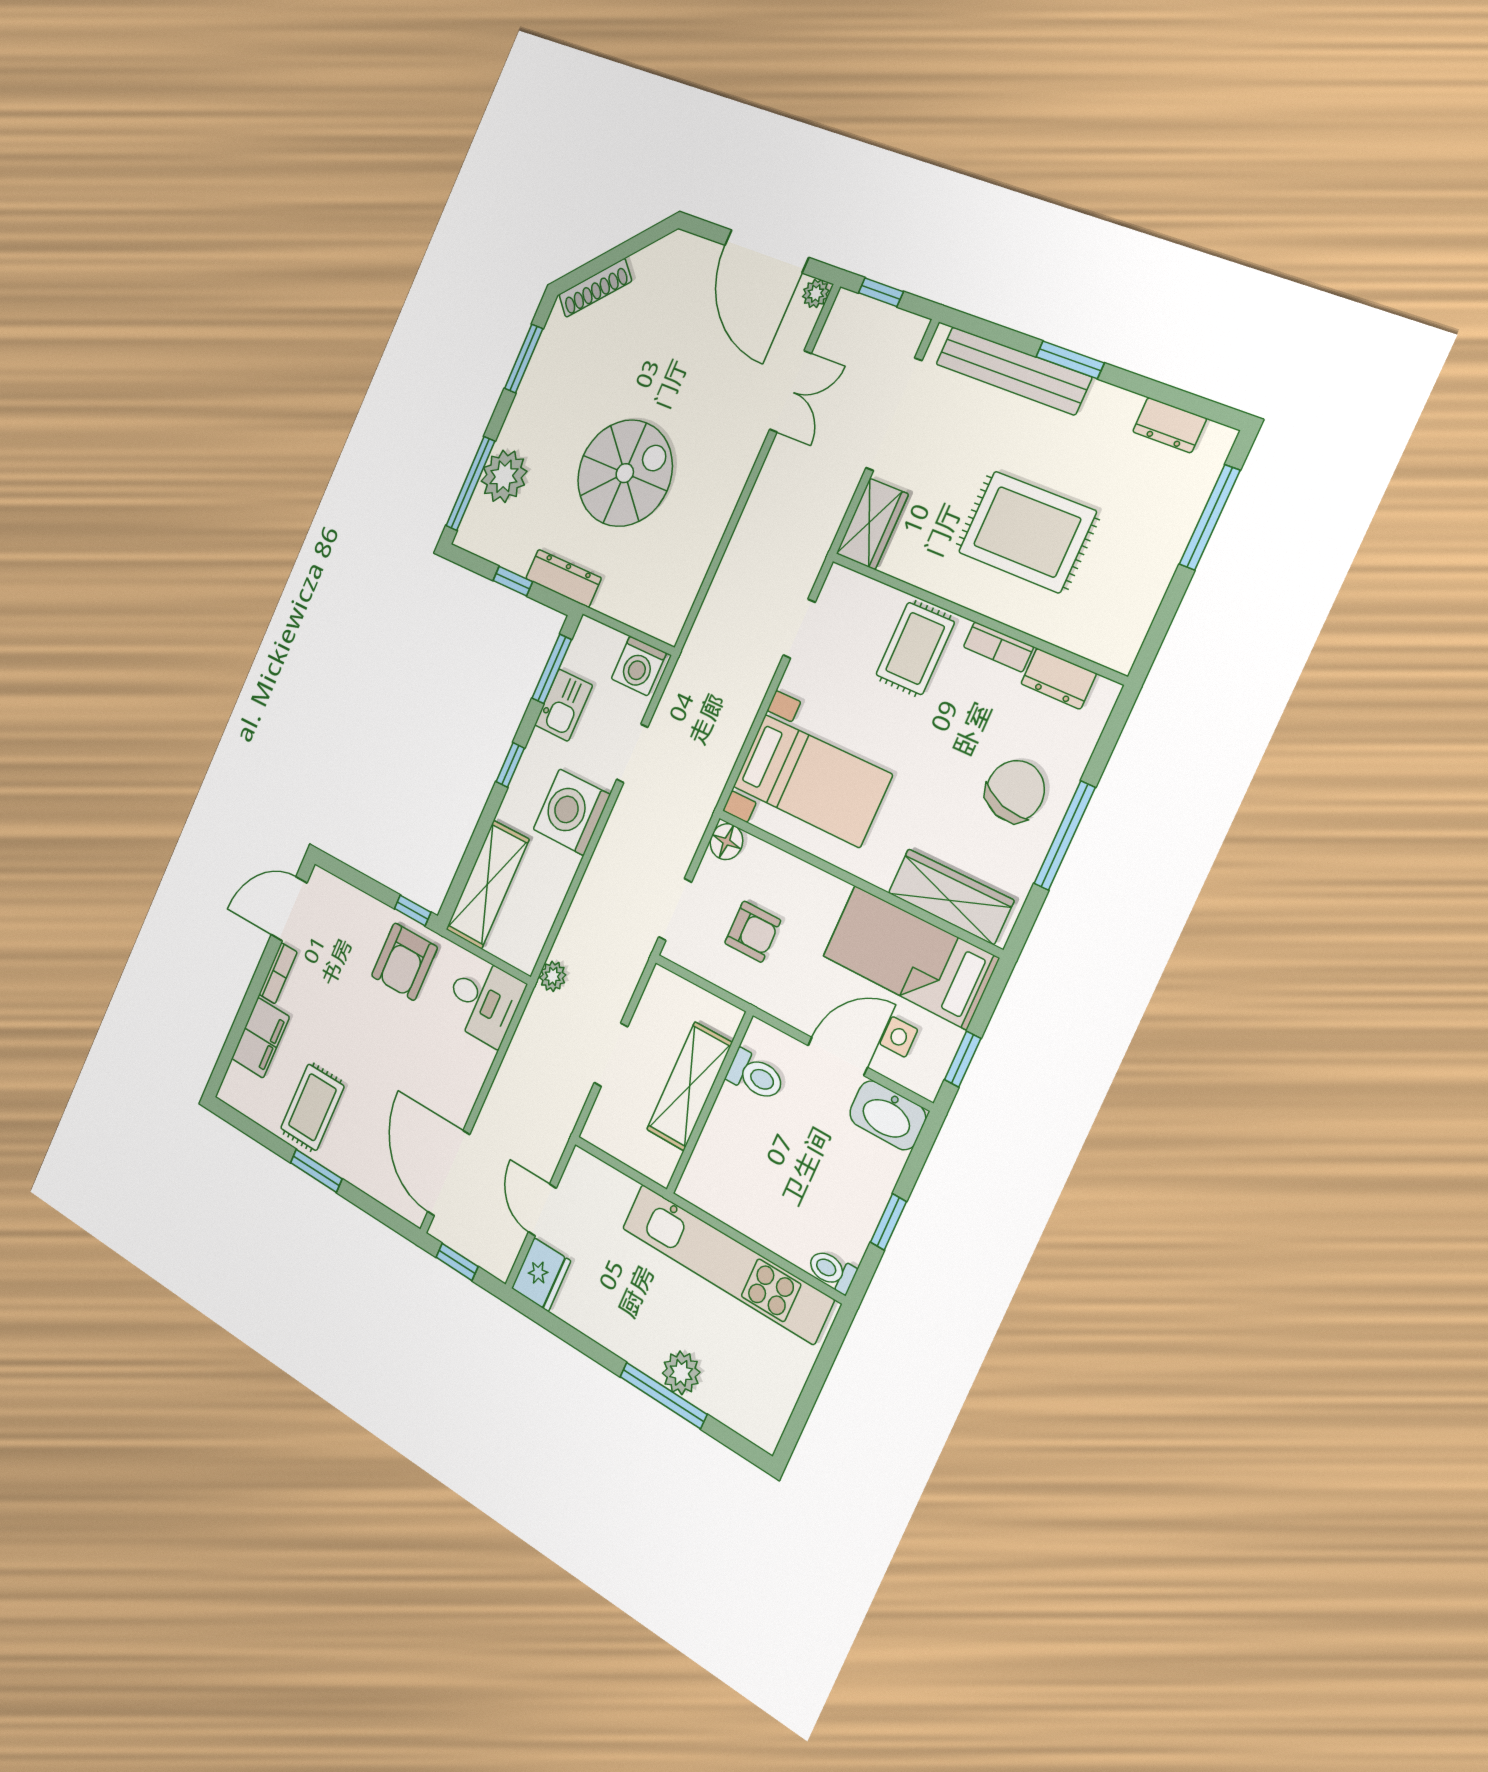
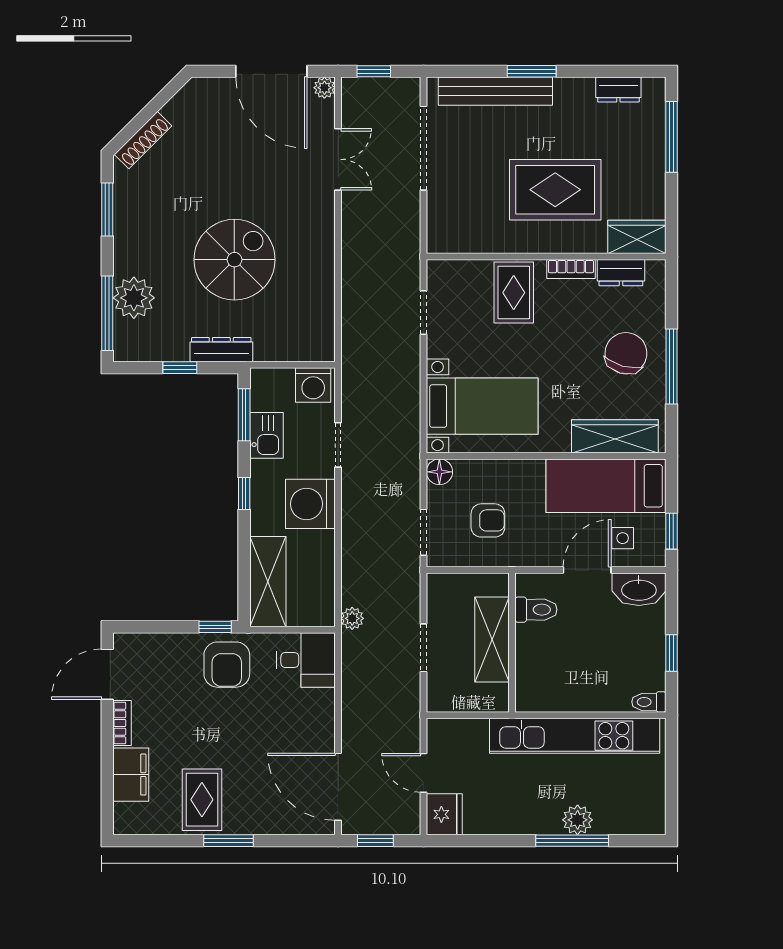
wardrobe: (872, 524) -> (637, 237), moved, turned -90

